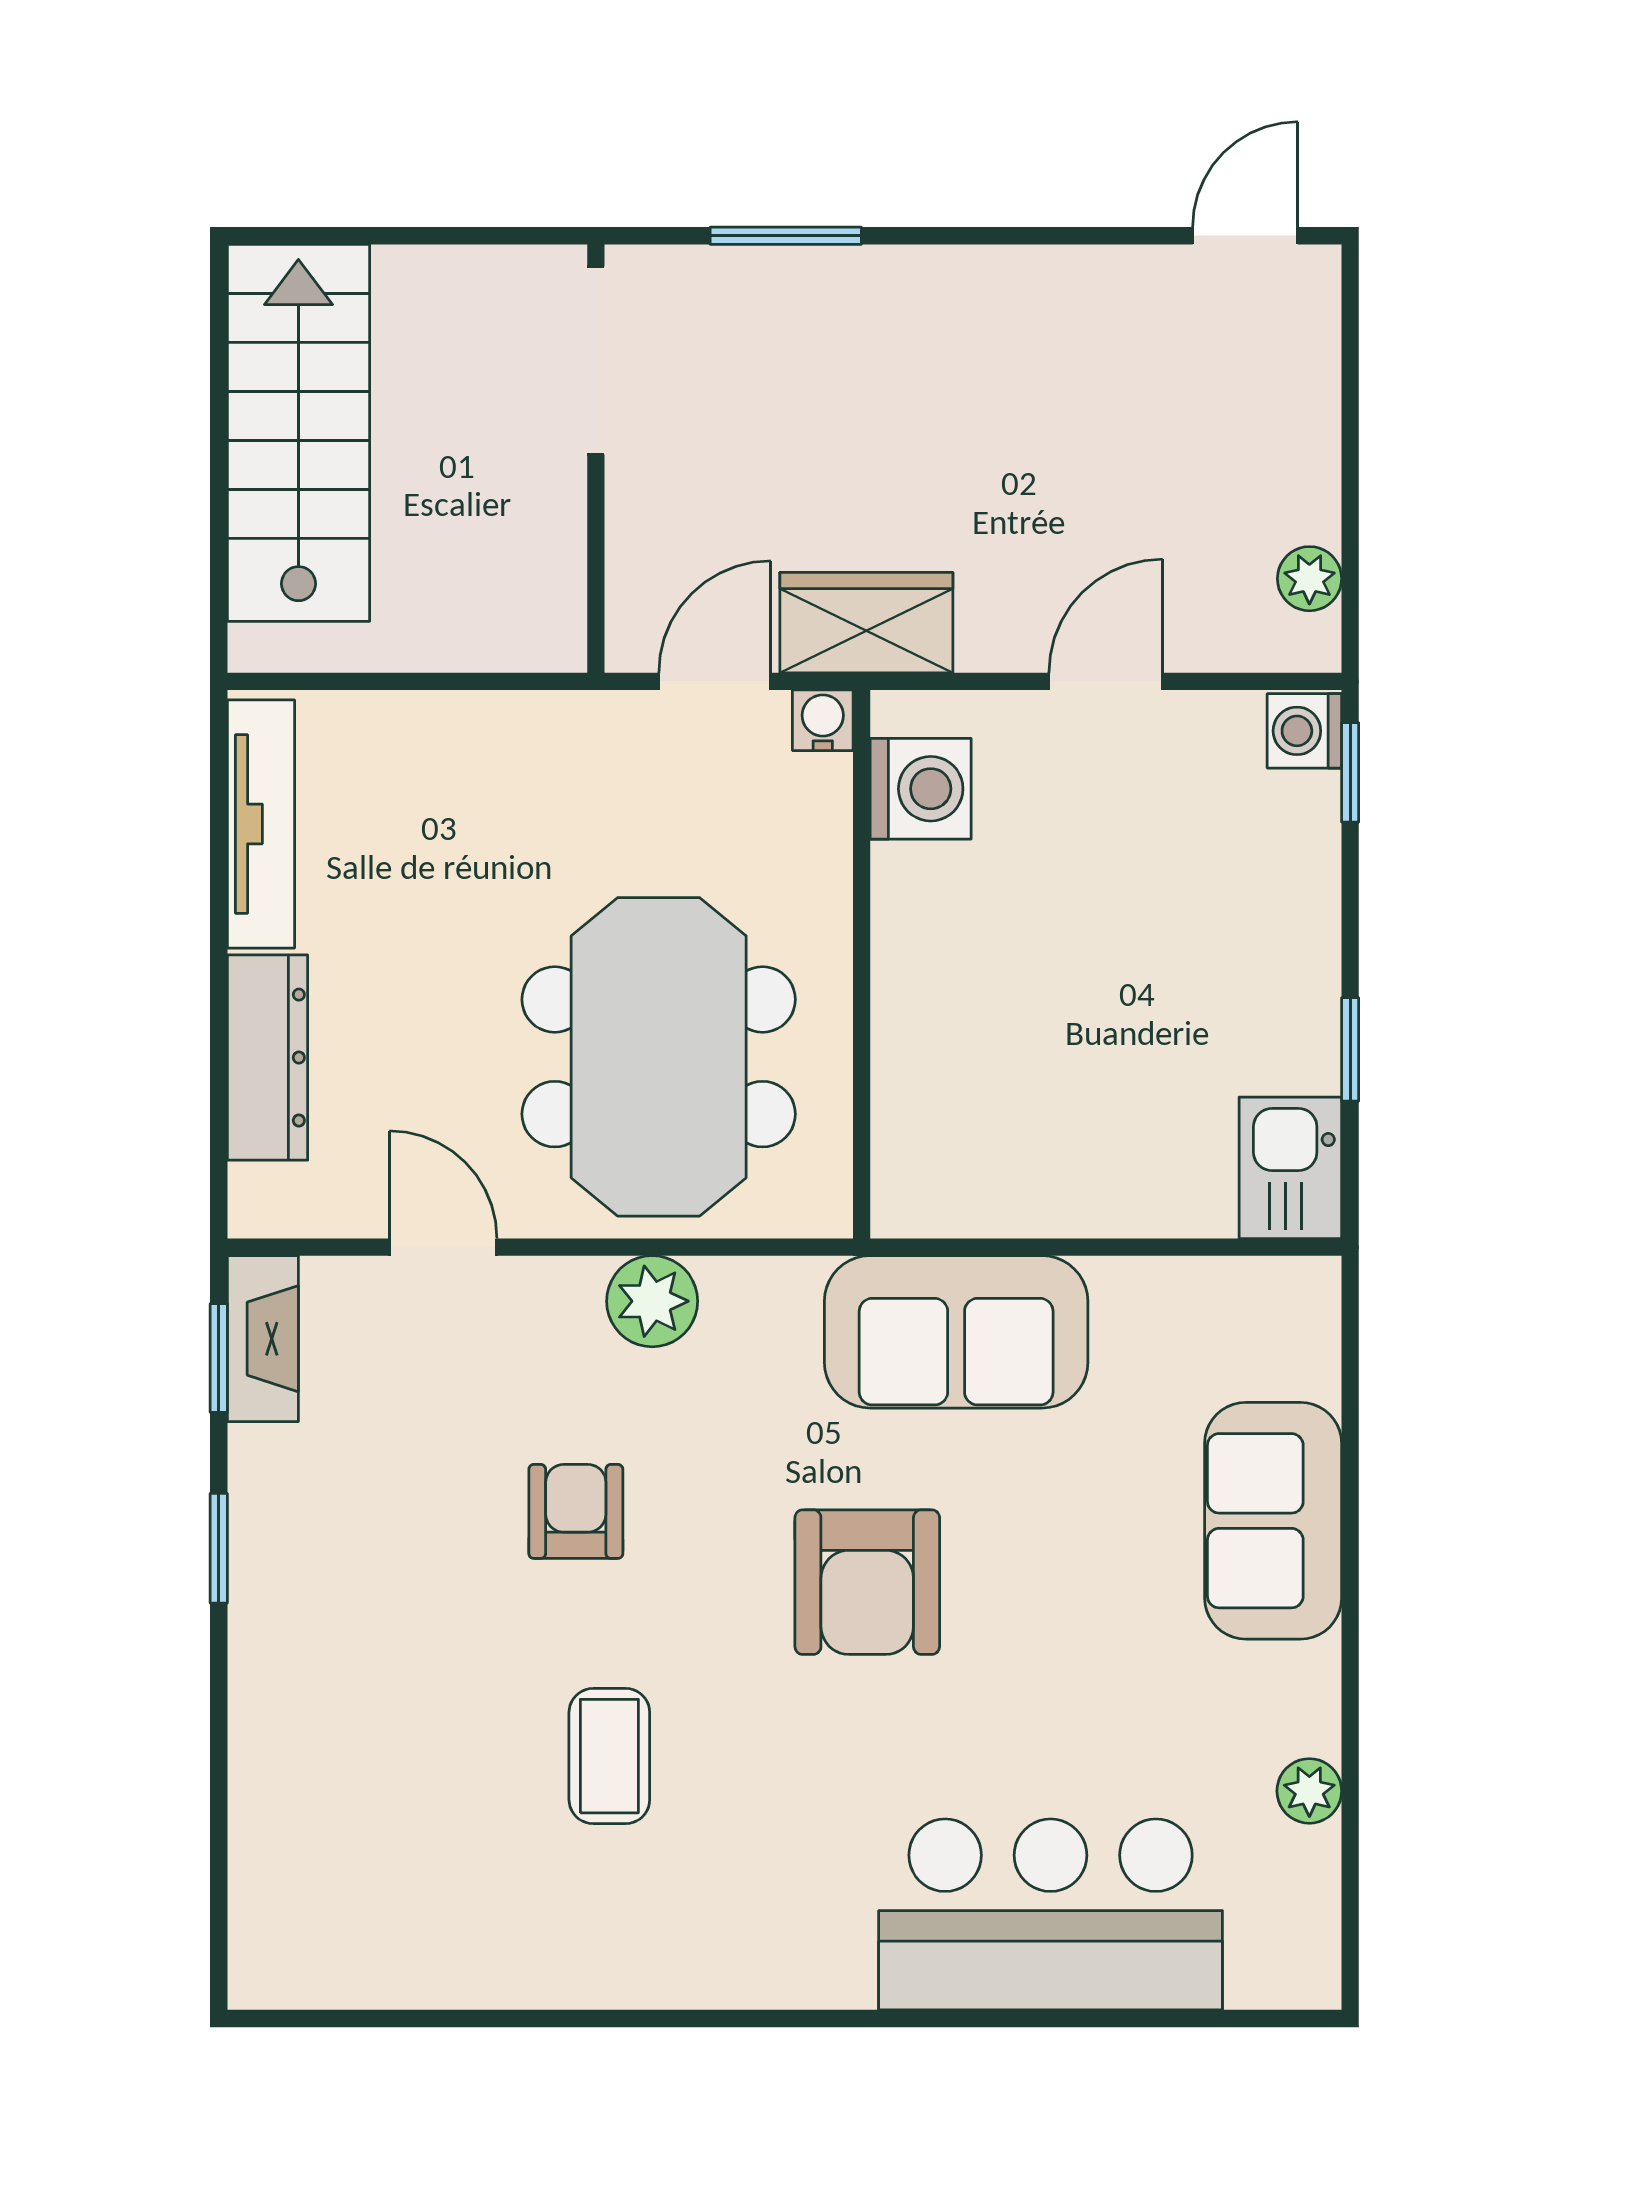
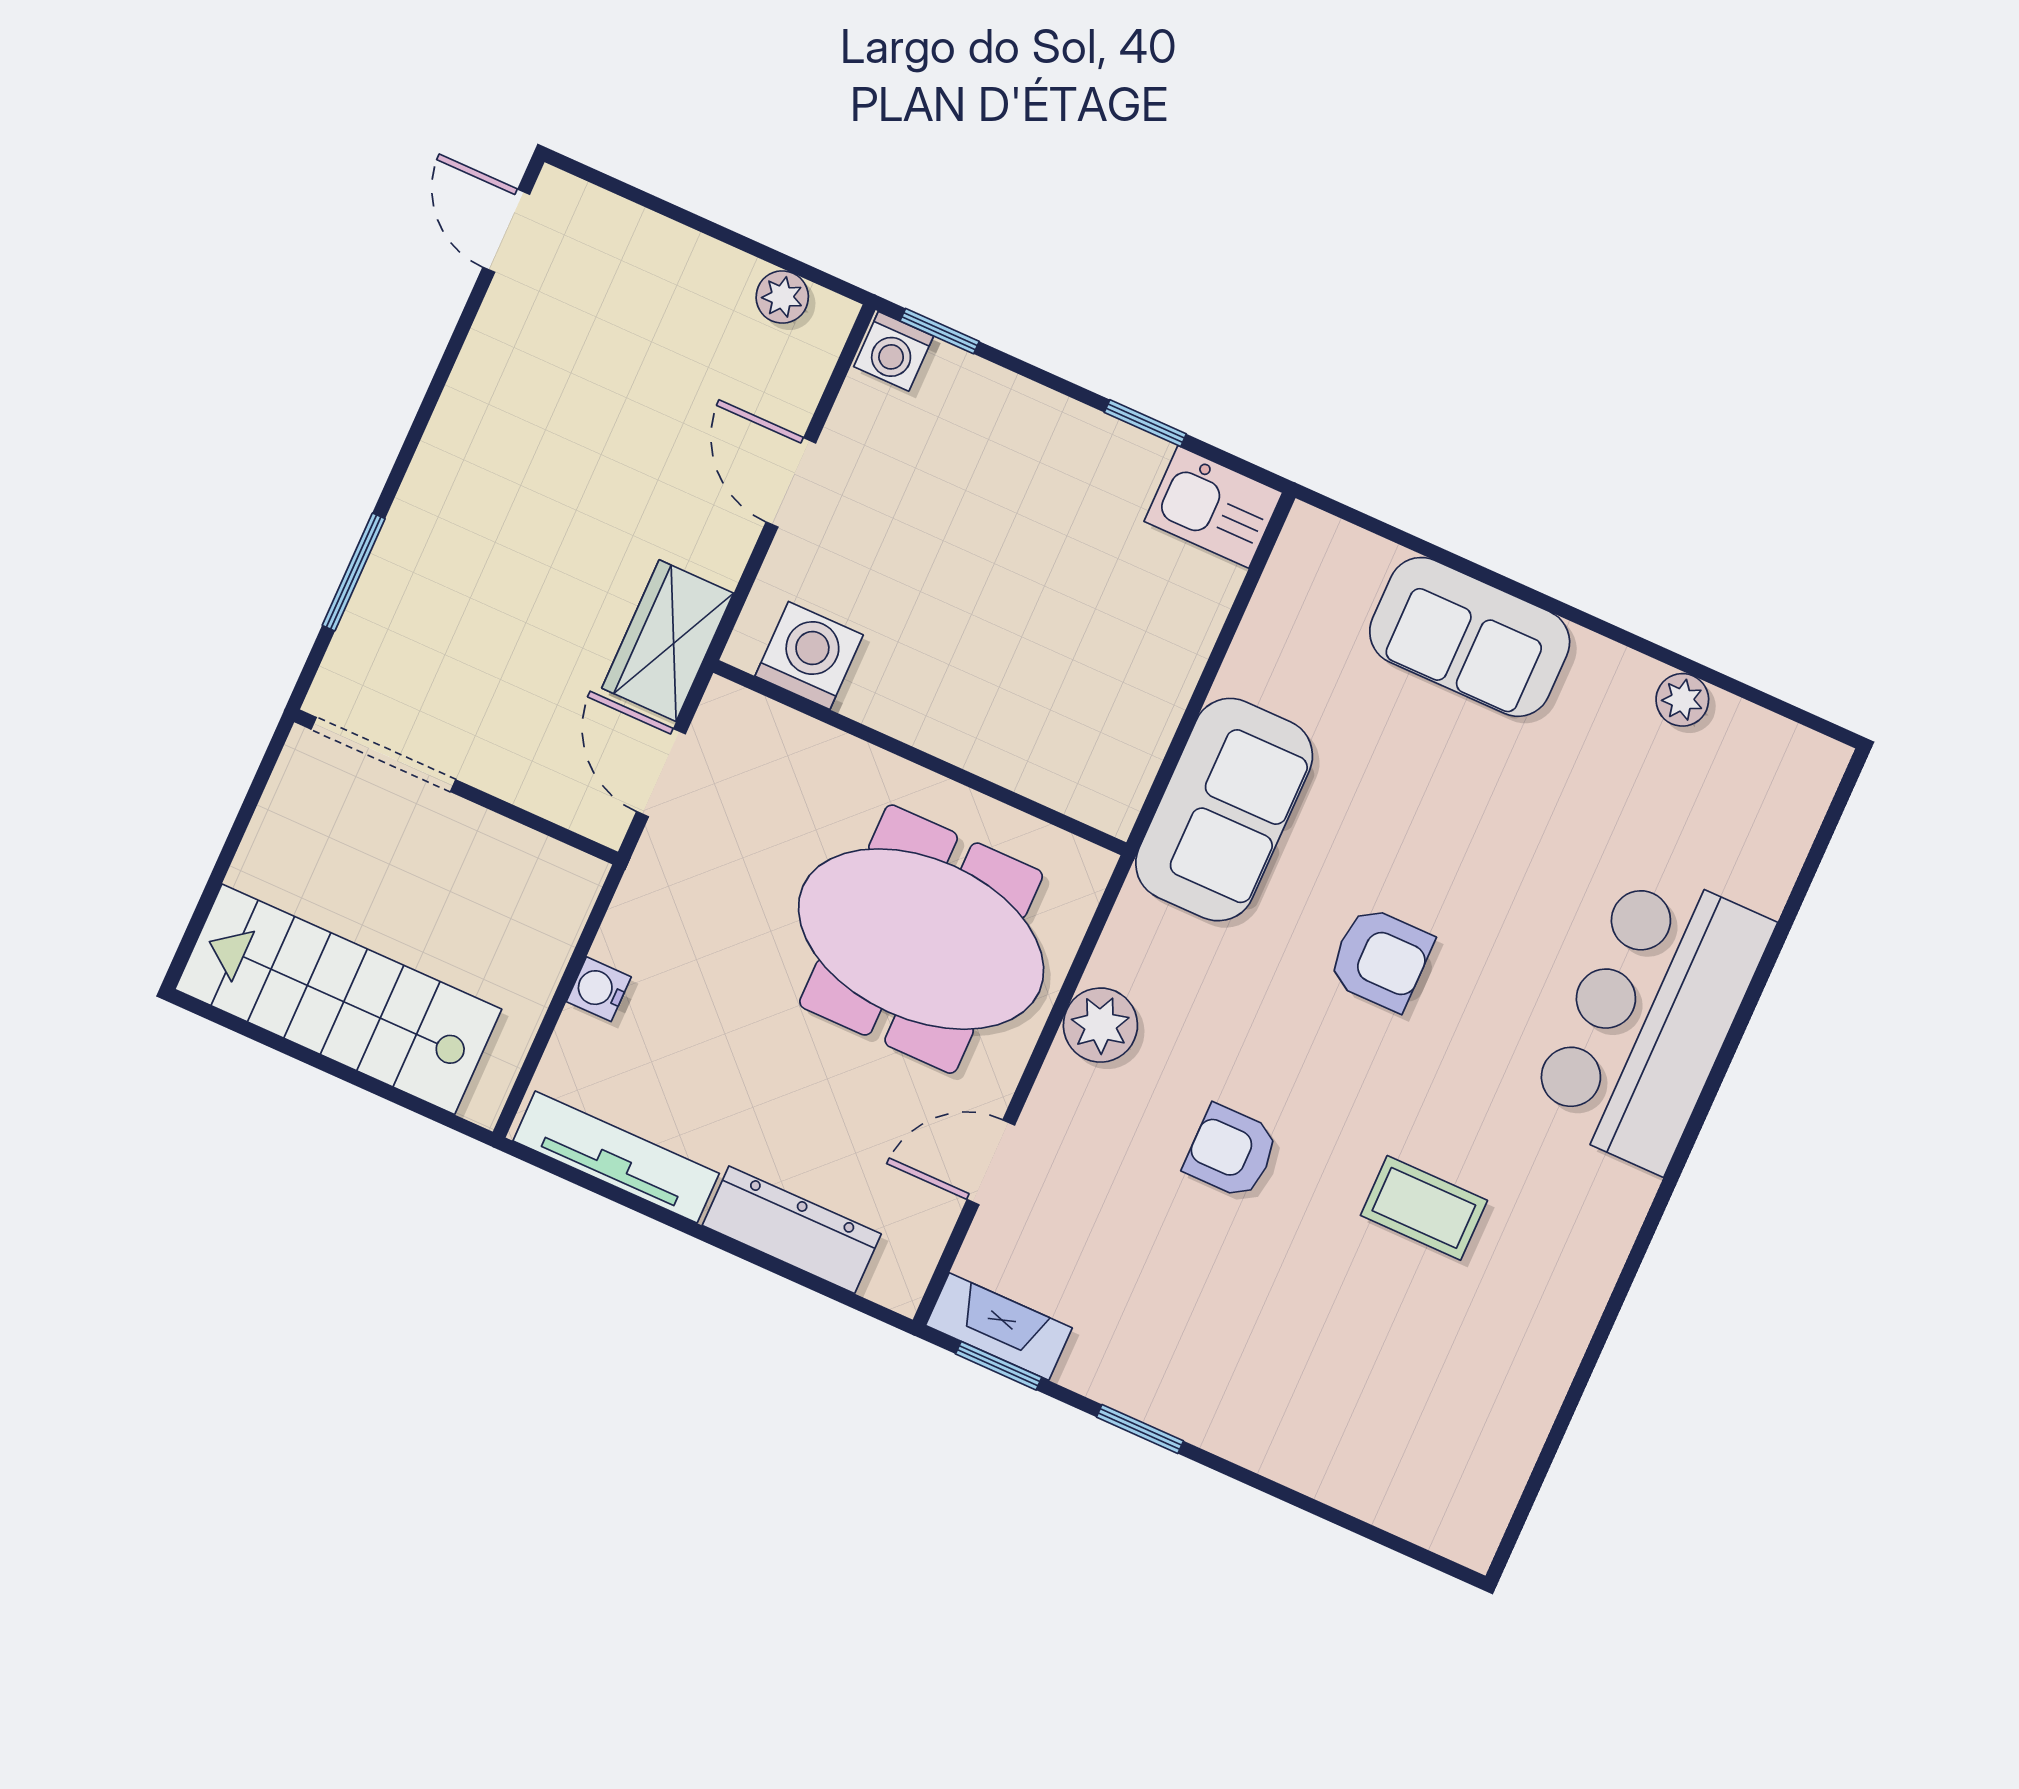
water cooler: (823, 720) -> (599, 989), moved
armchair: (867, 1582) -> (1380, 959), width x0.72, depth x0.72
bar counter: (1051, 1914) -> (1650, 1018), moved

